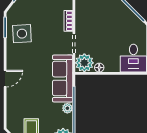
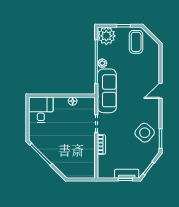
side table: (22, 34) -> (145, 133), turned 45
plant: (84, 63) -> (87, 105), removed

